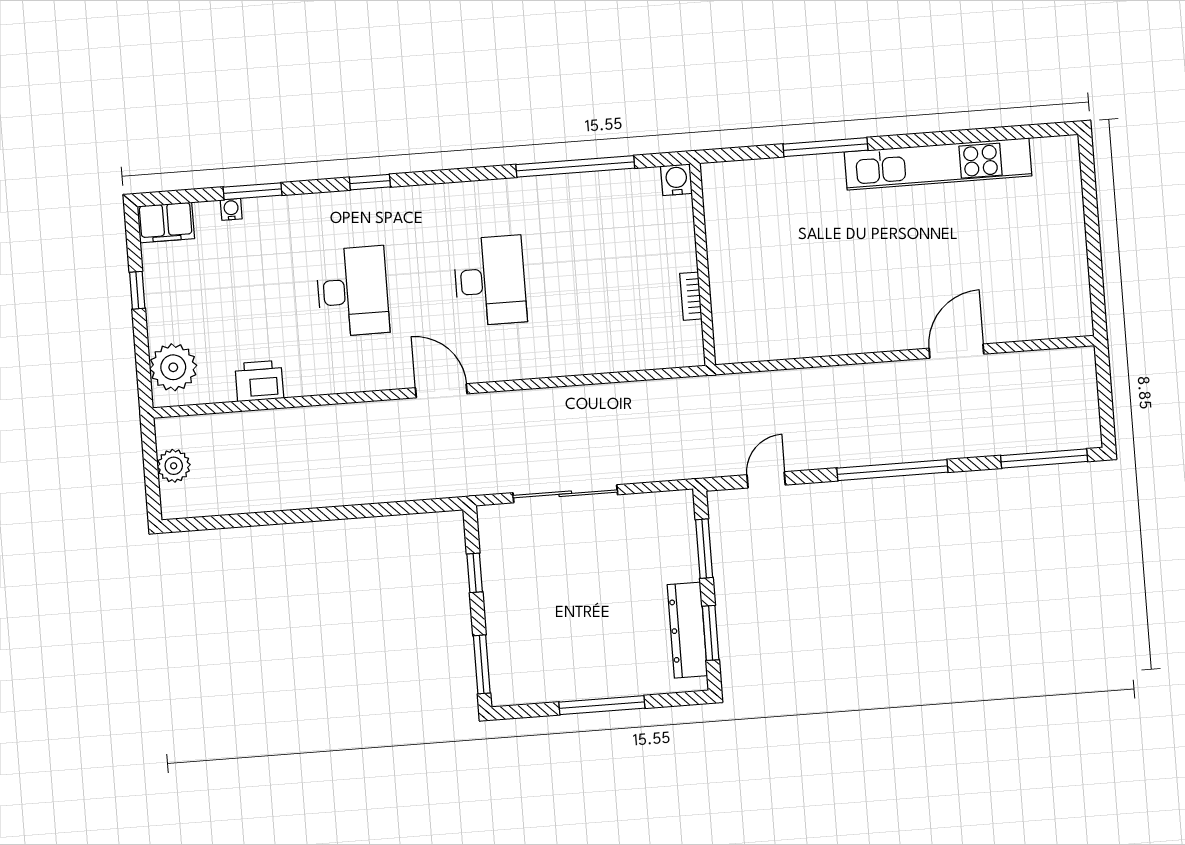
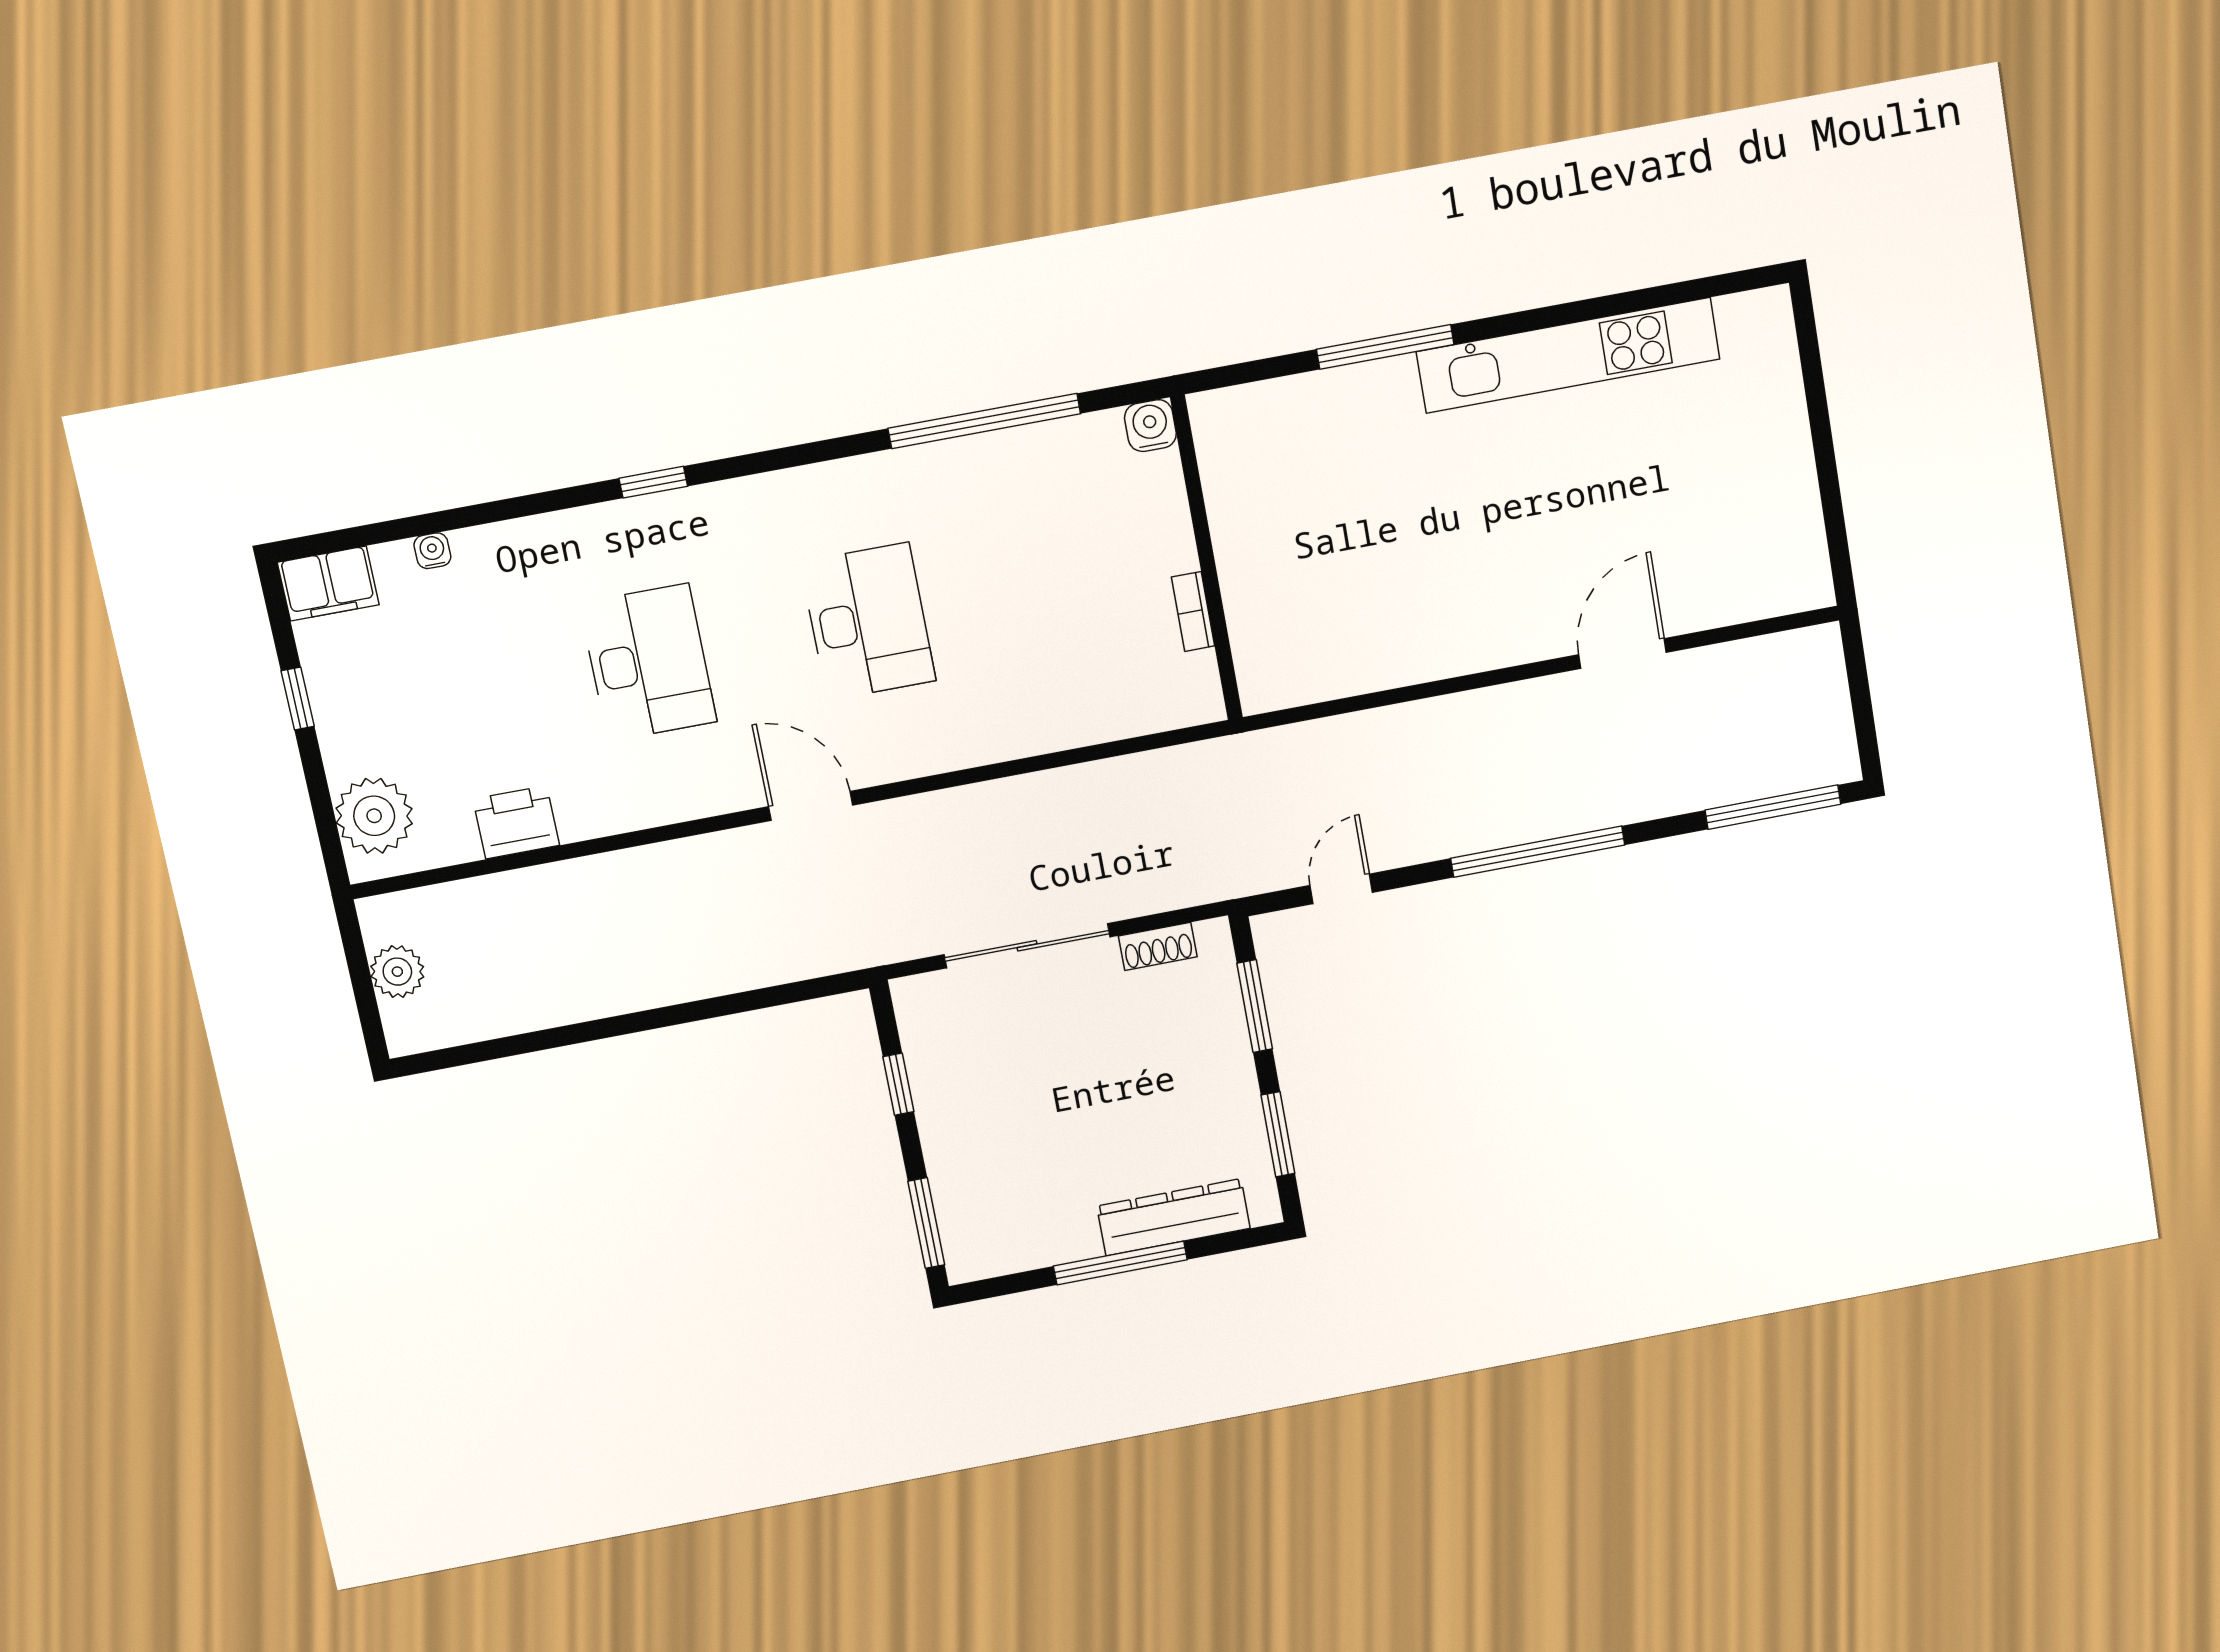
window: (252, 191) -> (463, 517), removed
shoe rack: (647, 503) -> (1158, 946), added
dresser: (687, 630) -> (1174, 1217), moved, turned 90

